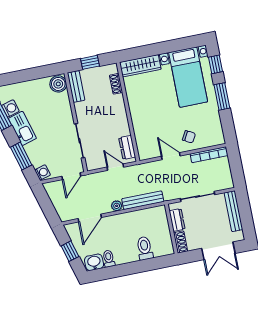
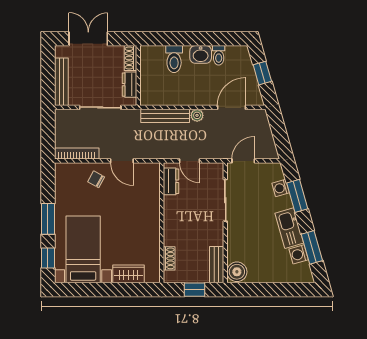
wardrobe: (140, 66) -> (128, 274), width x0.67
washing machine: (43, 172) -> (281, 188), moved
washbasin: (94, 262) -> (201, 54), moved

